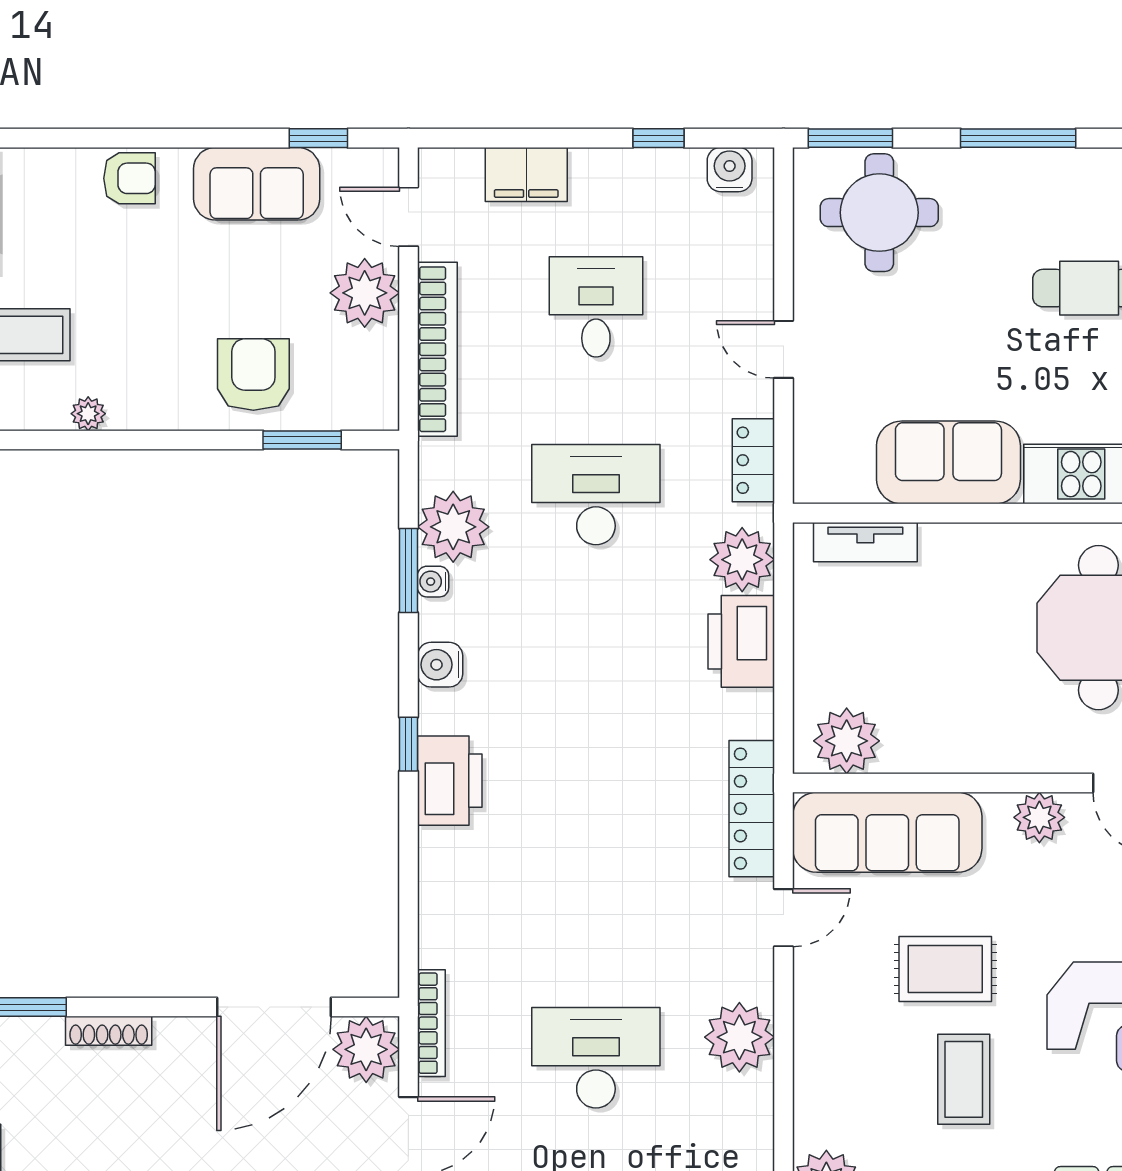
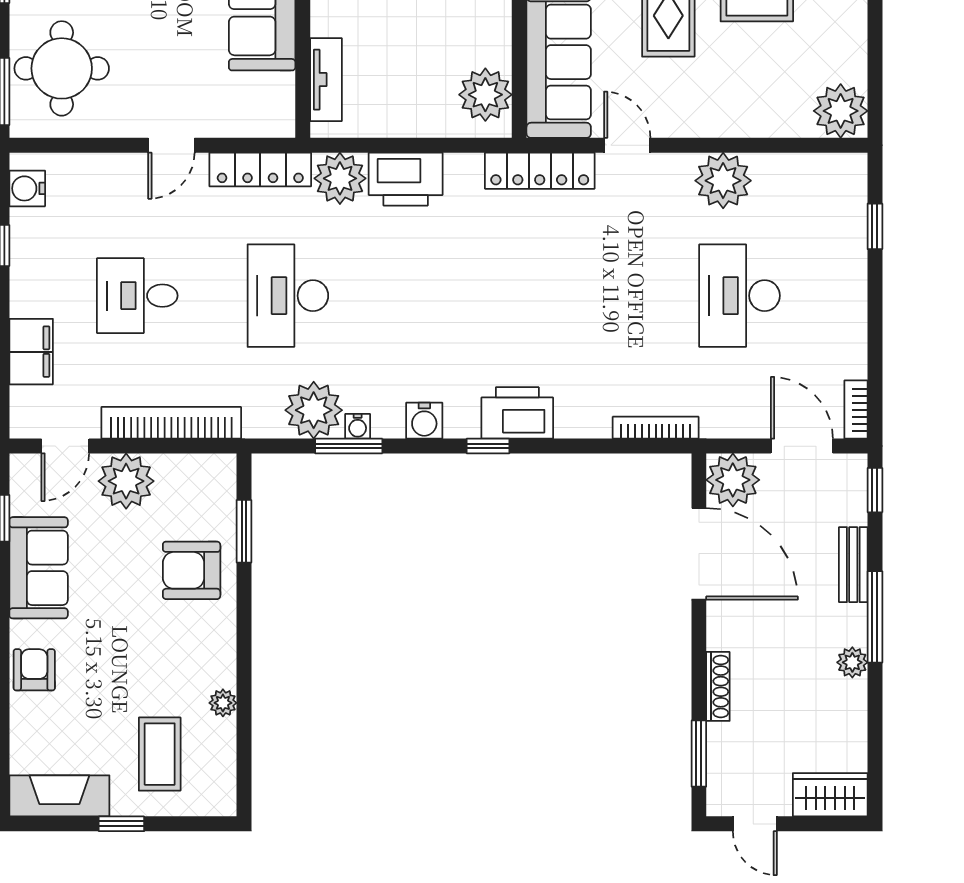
locker: (753, 460) -> (260, 169), width x1.53
bookcase: (431, 1023) -> (656, 428), moved

